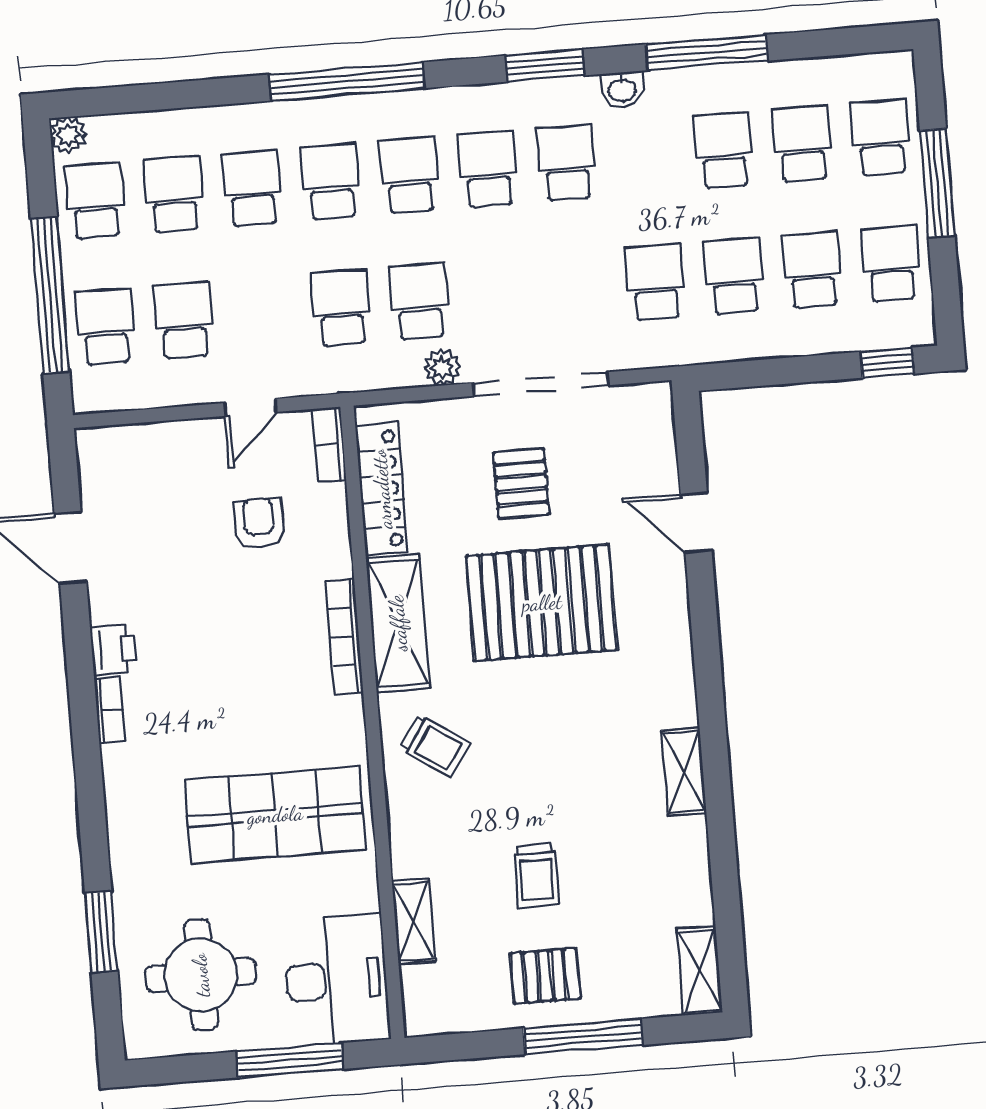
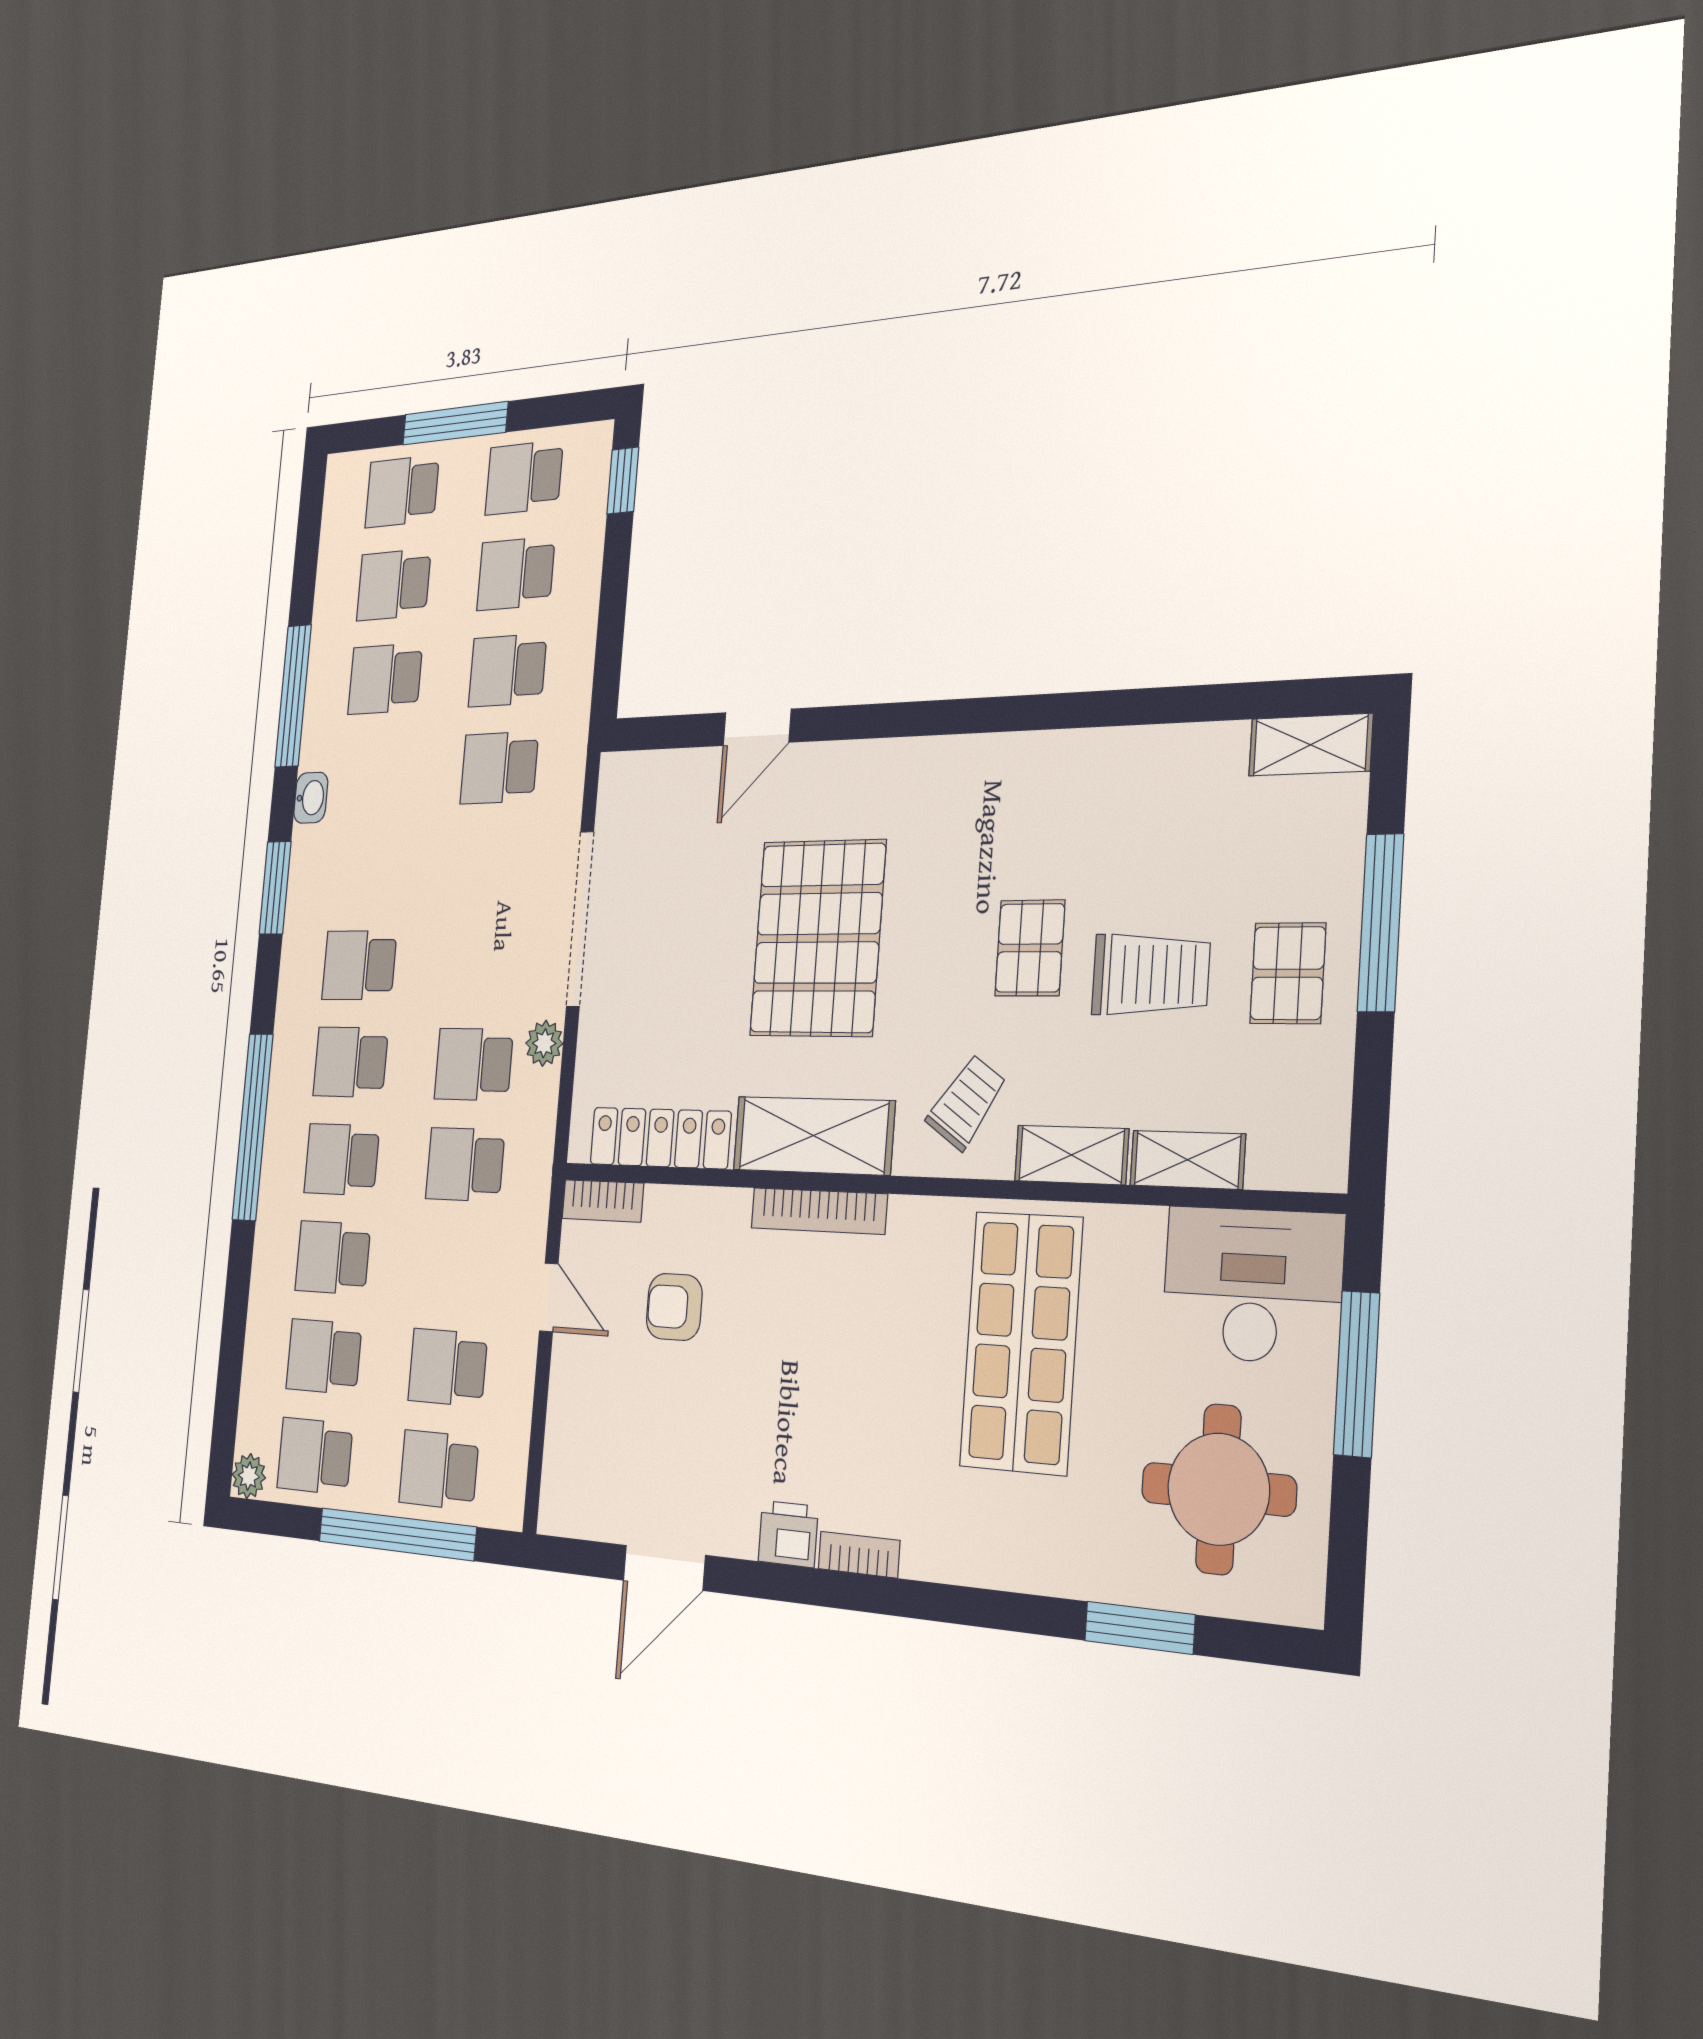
school desk: (567, 163) -> (368, 869), removed
pallet: (521, 483) -> (1030, 948), moved, turned 90
shelving: (684, 772) -> (1071, 1155), moved
trolley: (536, 875) -> (1151, 974), width x1.36, depth x1.39

